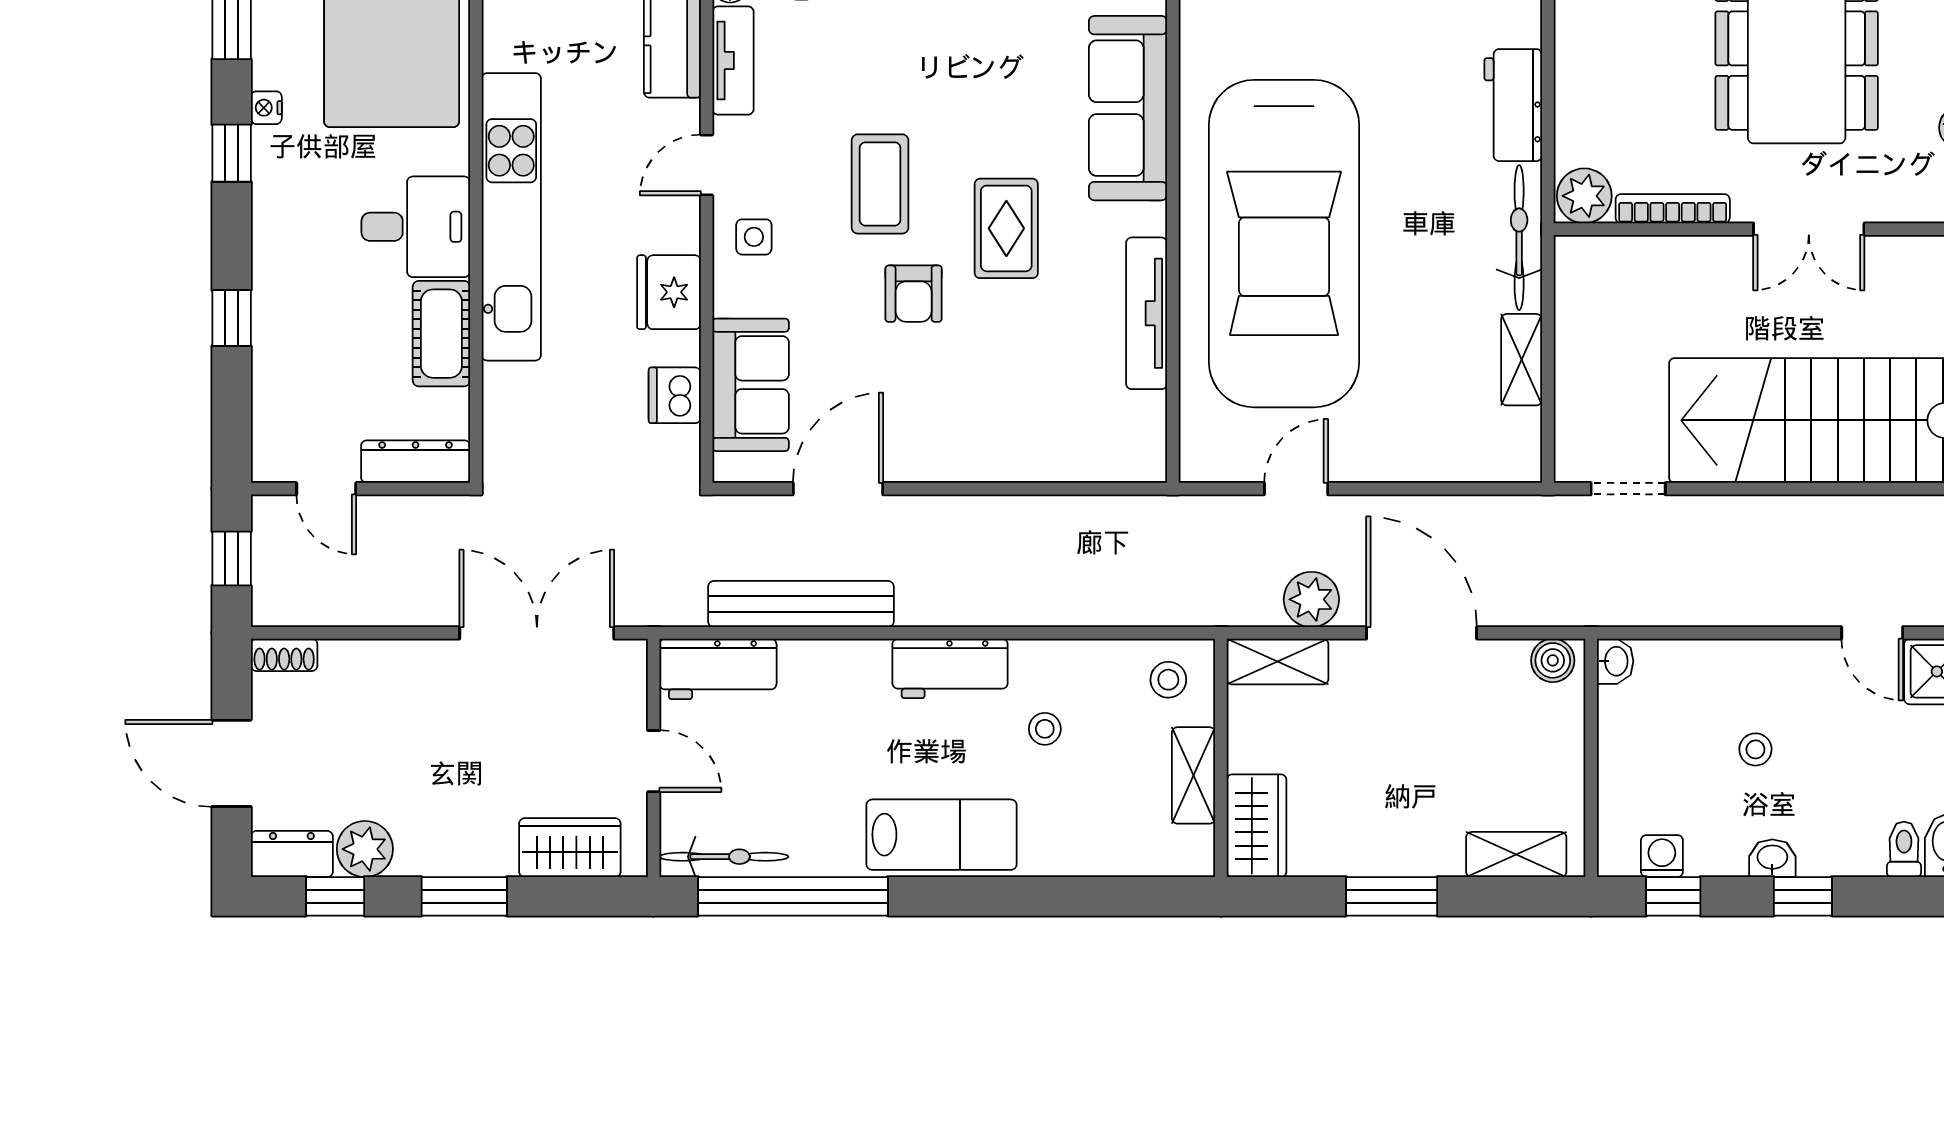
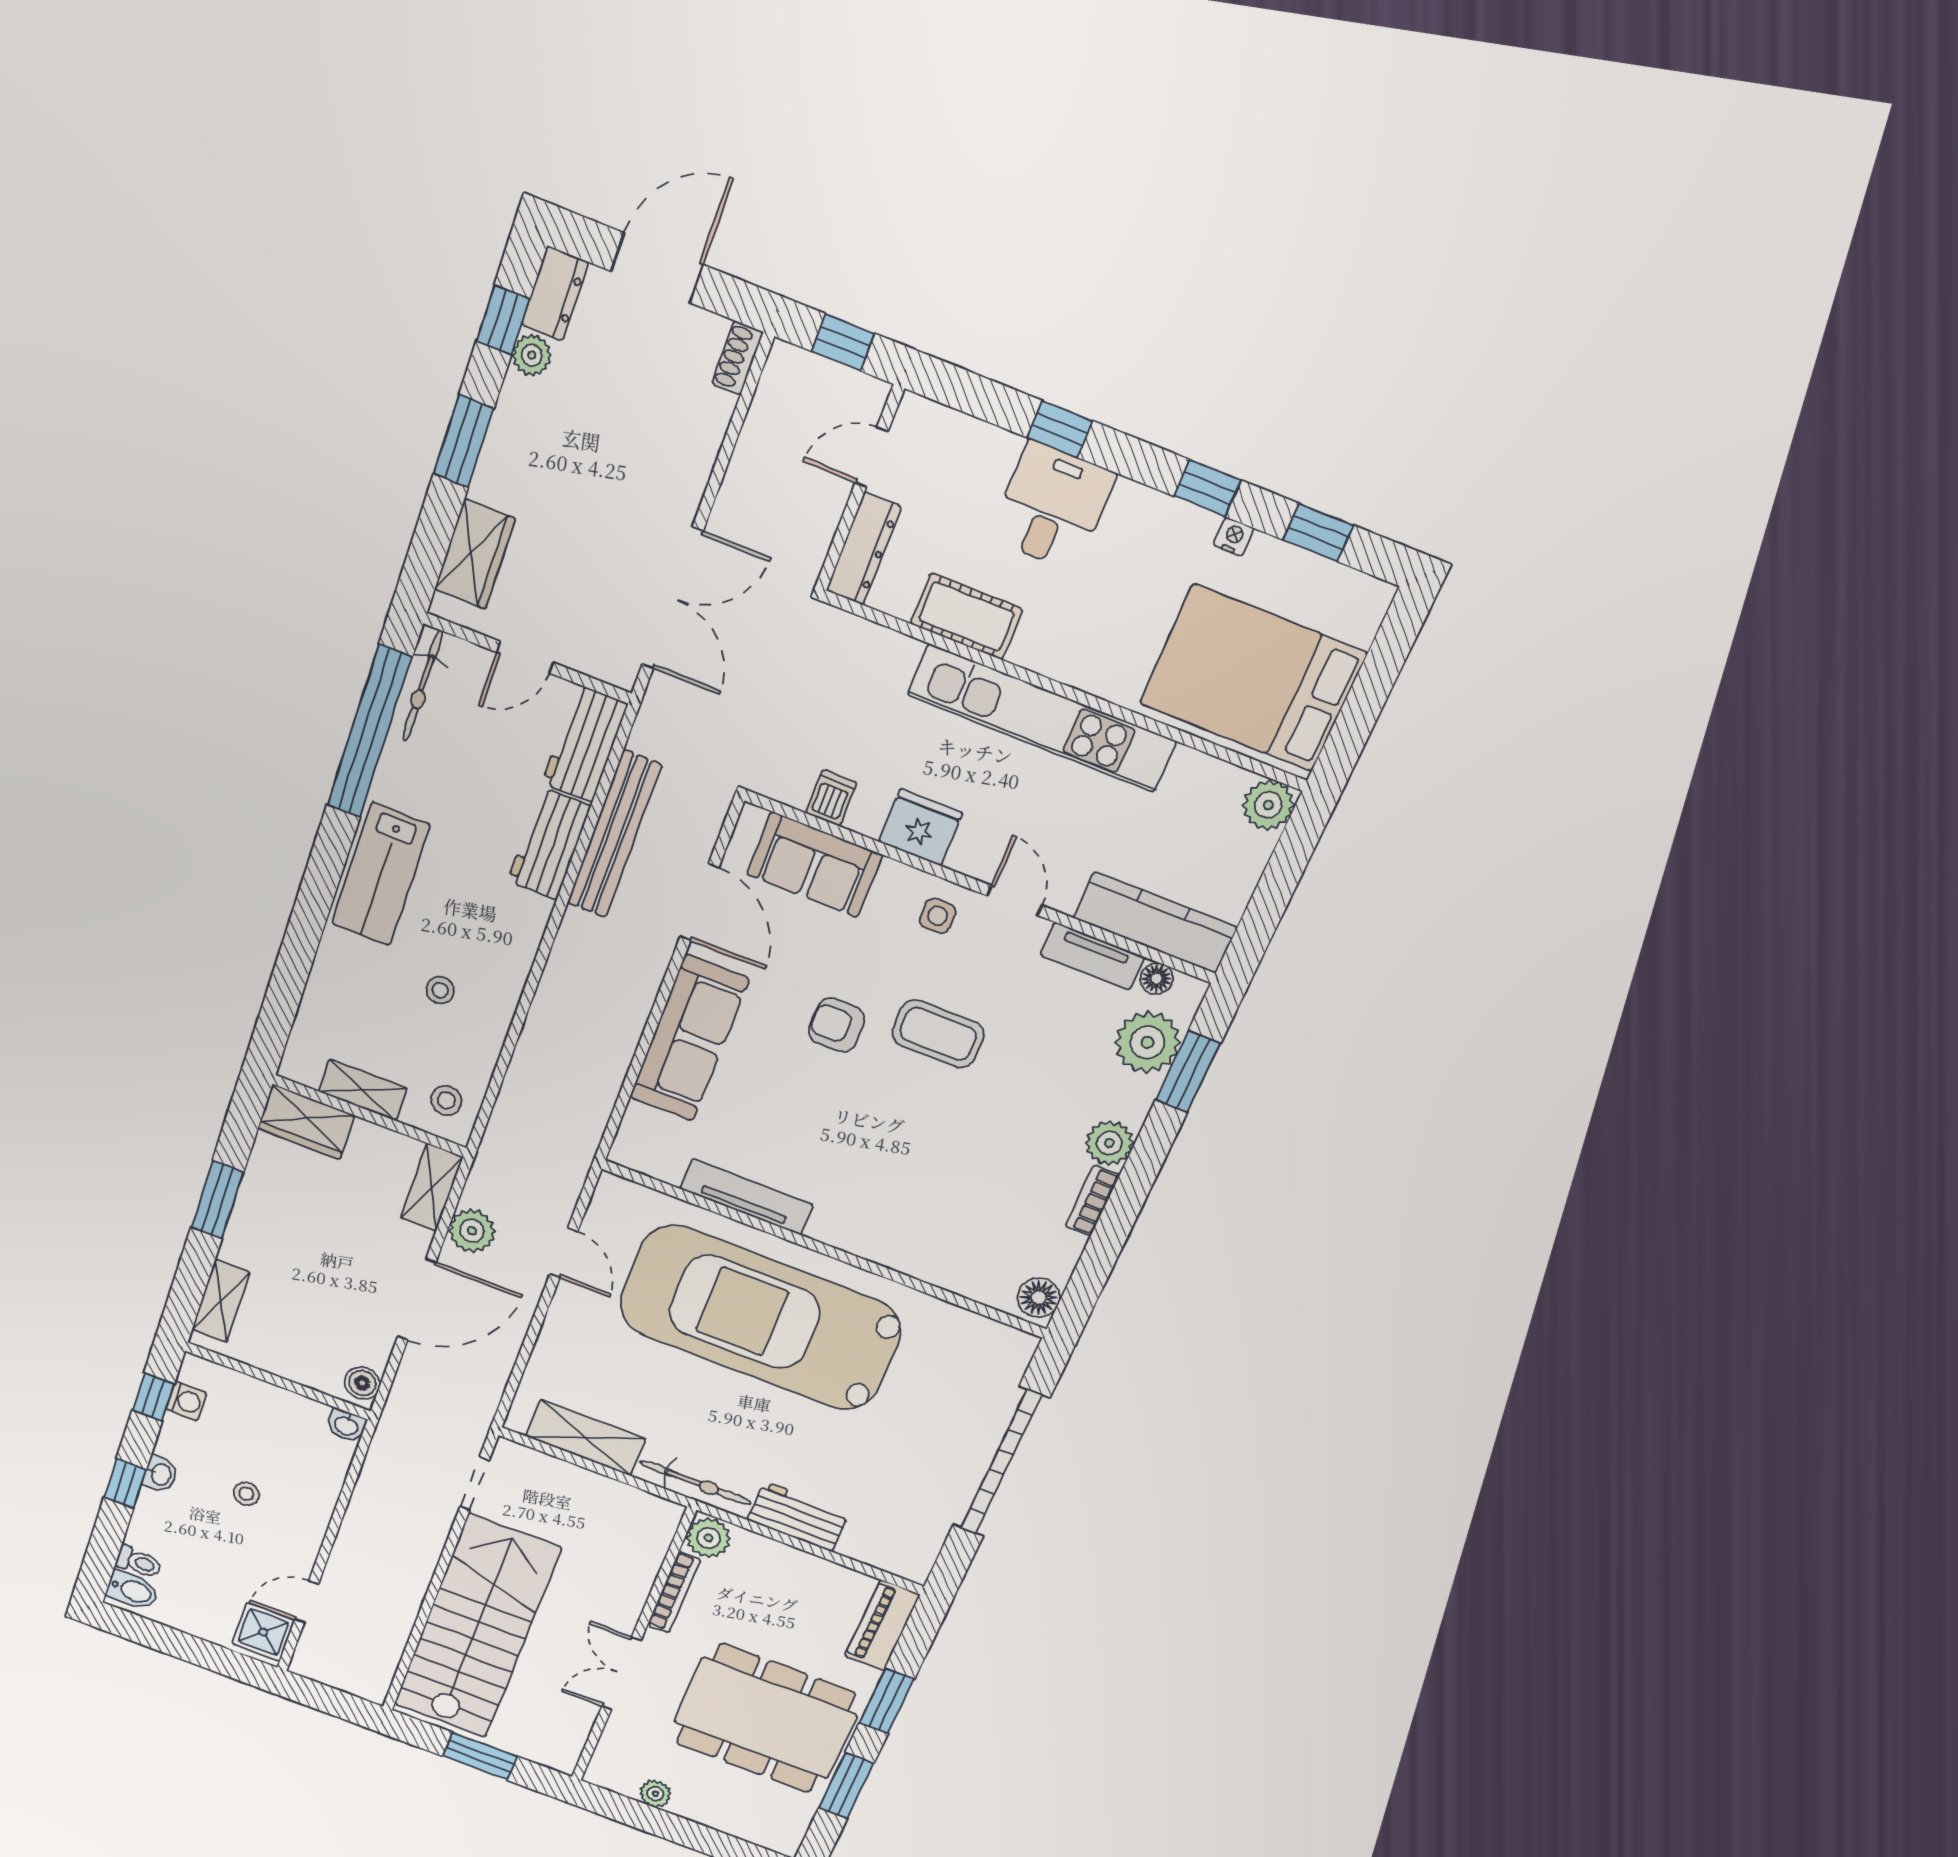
sofa: (1128, 108) -> (689, 1038), moved, turned 90
desk: (416, 227) -> (1052, 506), moved, turned 180
rug: (1006, 228) -> (860, 1118), removed
shelving: (1522, 360) -> (586, 1438), width x1.50, depth x1.33
dishwasher: (675, 395) -> (831, 798), width x0.73
workbench: (950, 668) -> (549, 844), moved
plant: (365, 849) -> (532, 355), width x0.73, depth x0.73

